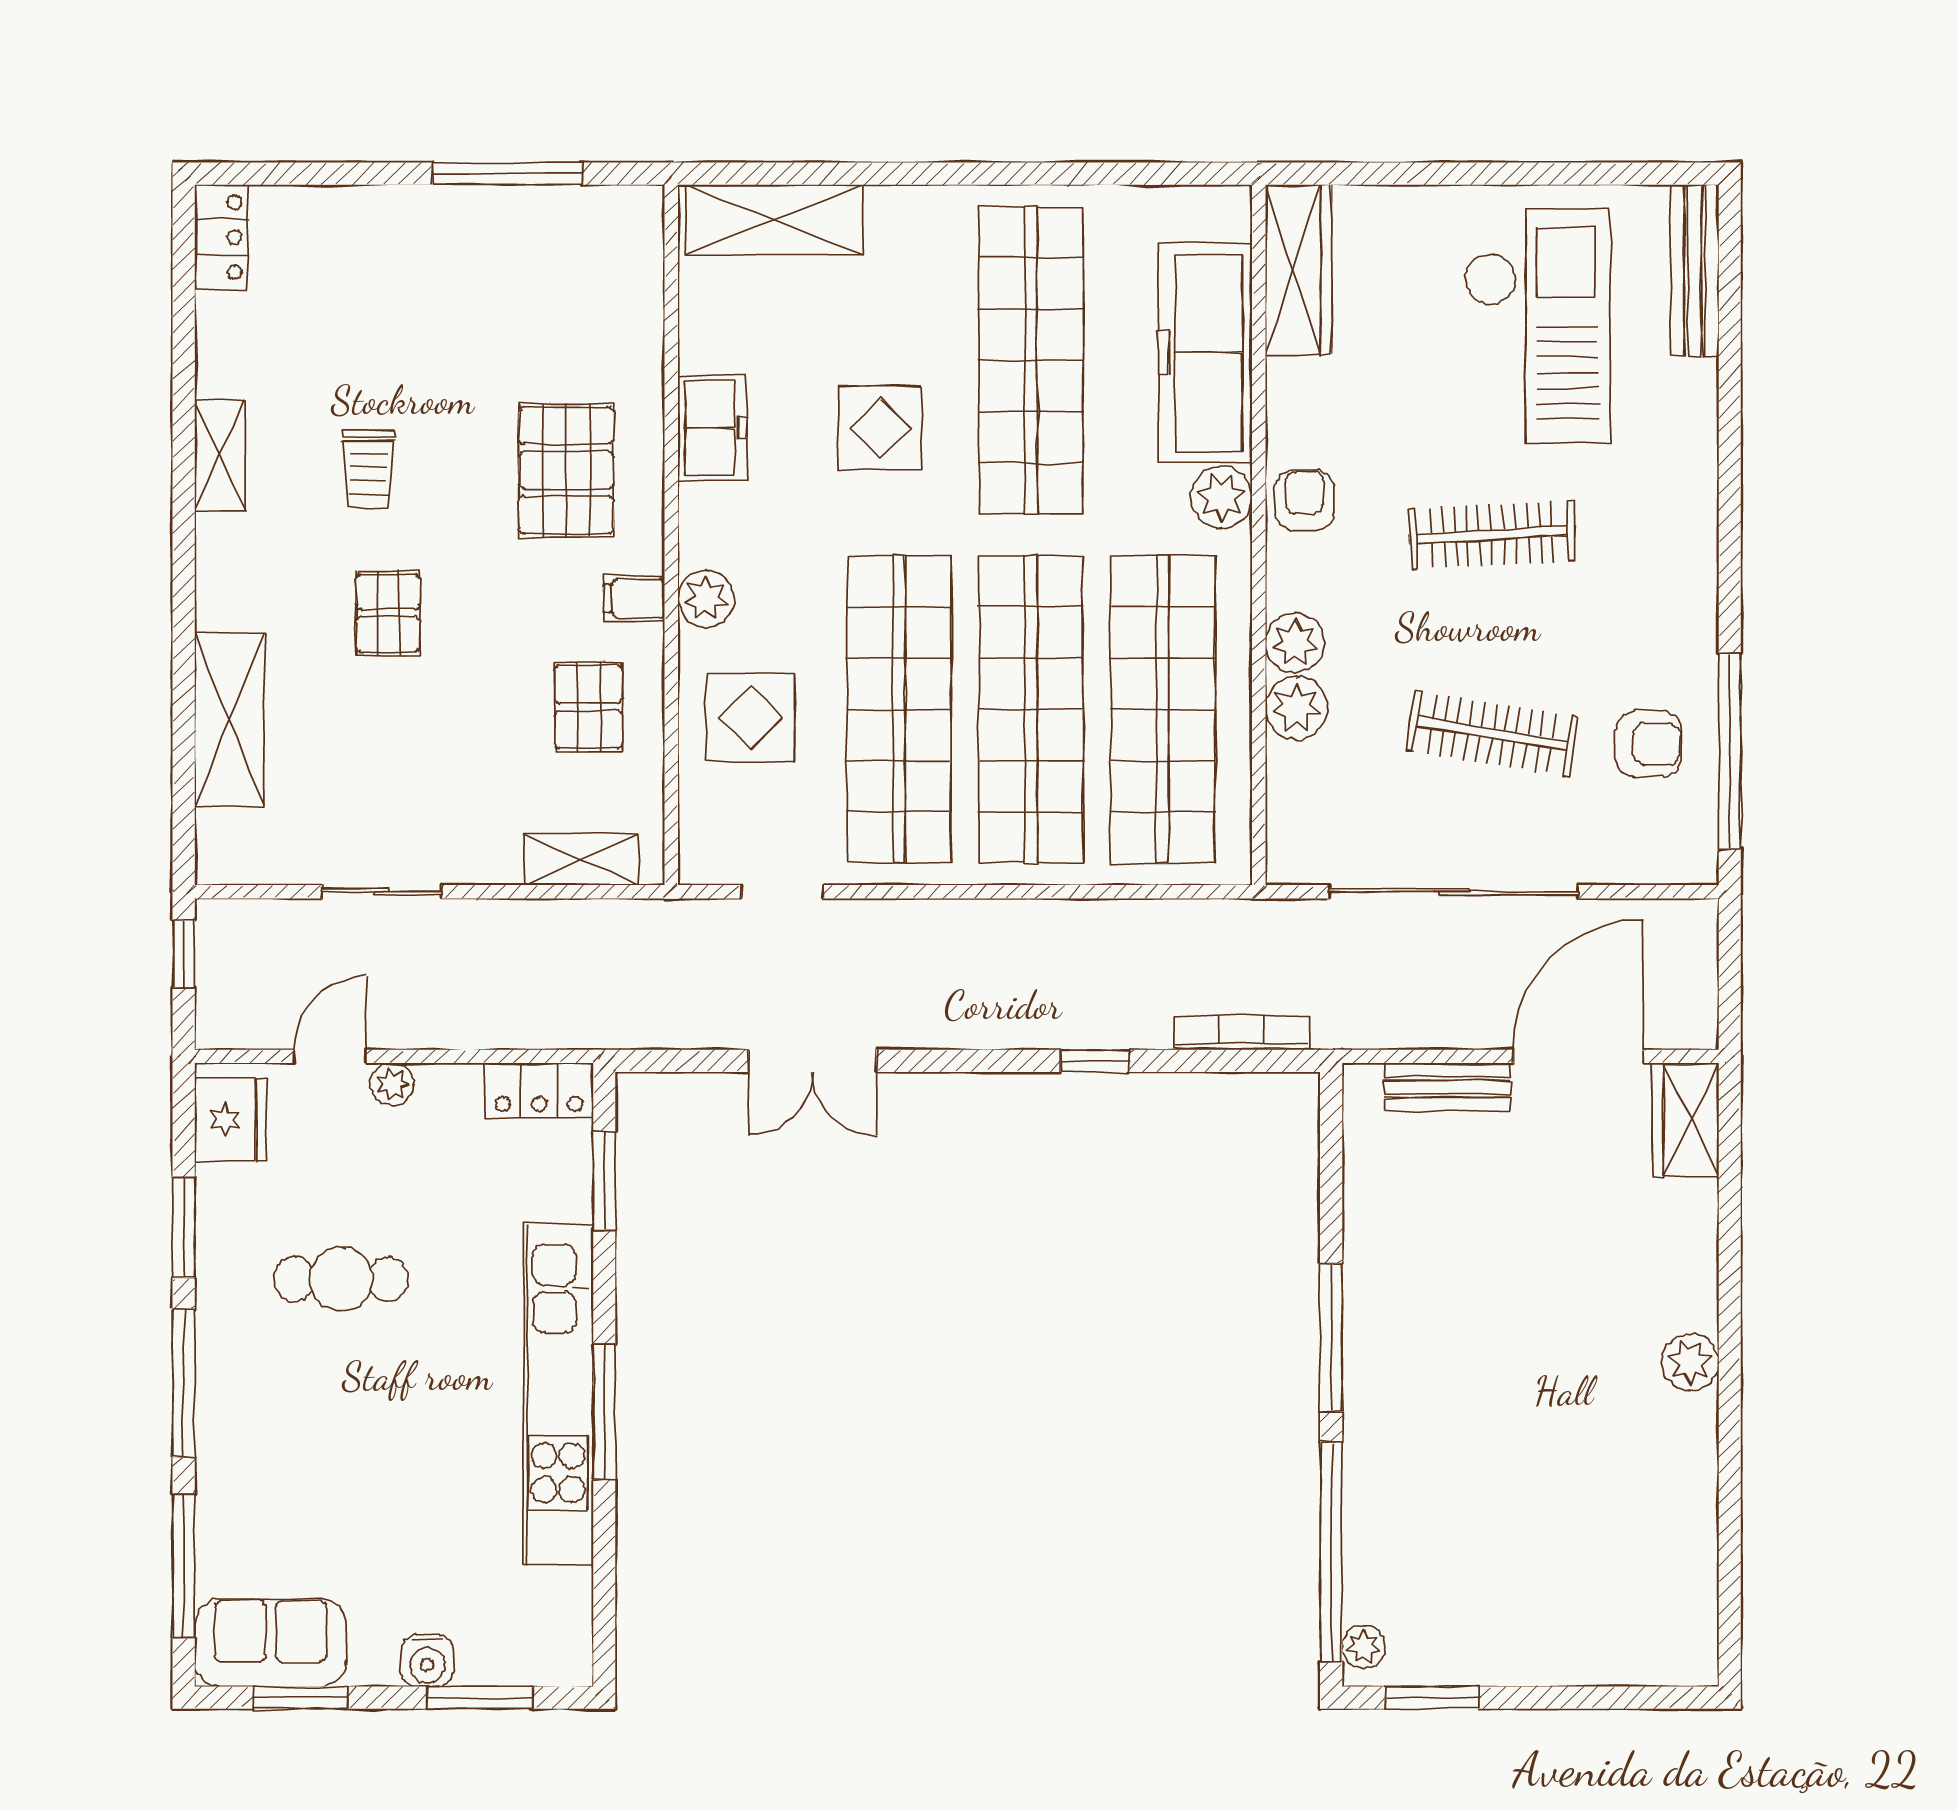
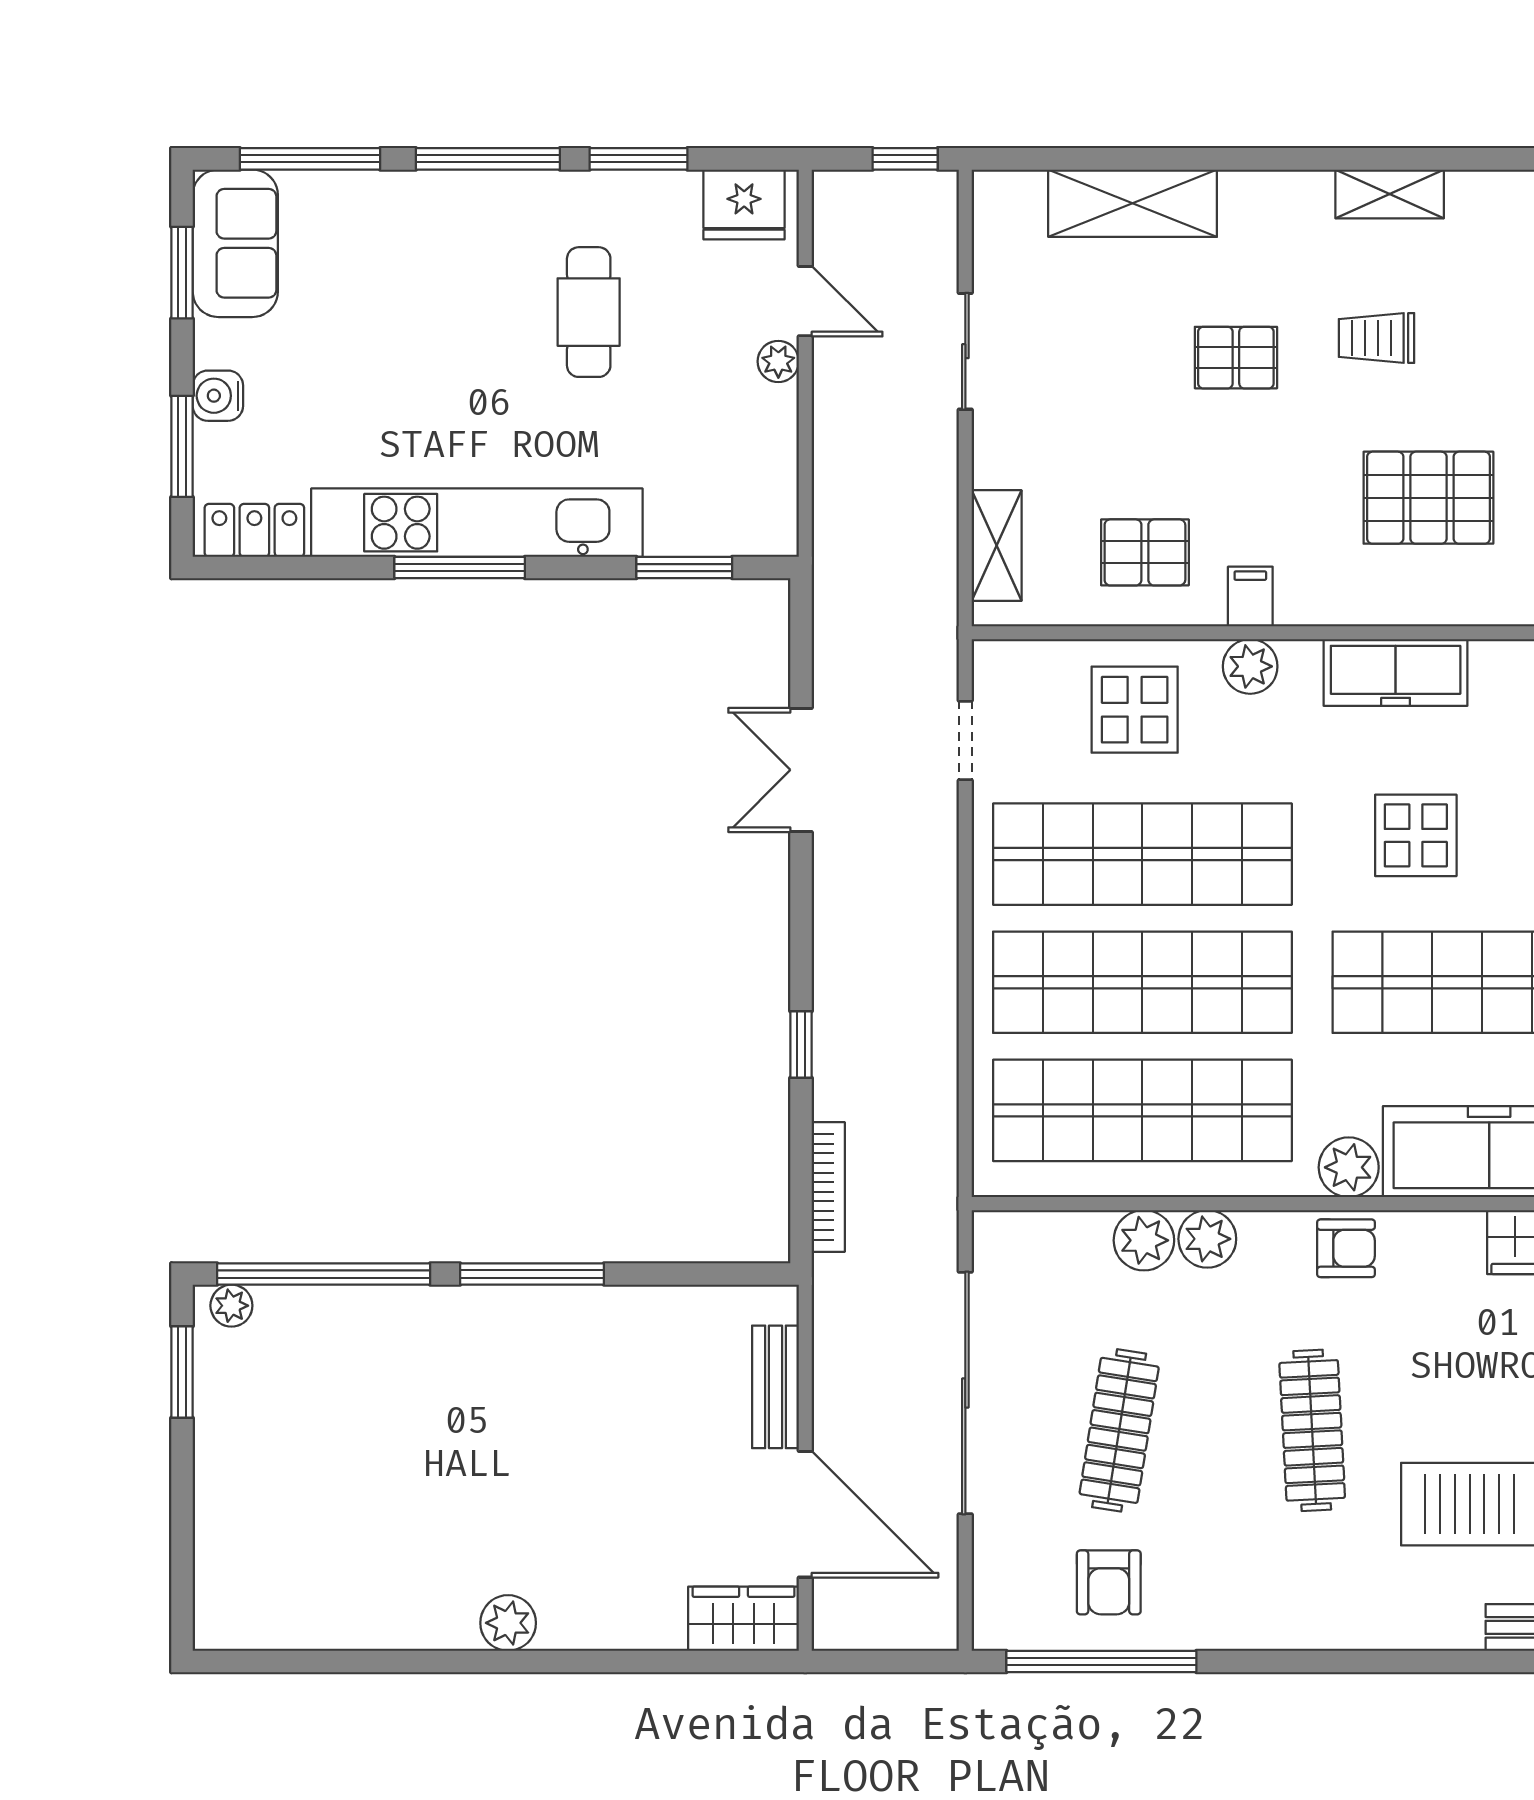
freezer: (712, 428) -> (1396, 672), width x1.40
pallet: (566, 470) -> (1428, 498), moved
locker: (539, 1090) -> (254, 530), moved, turned 90

